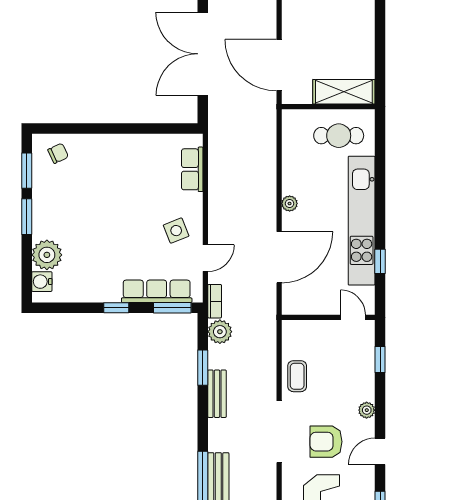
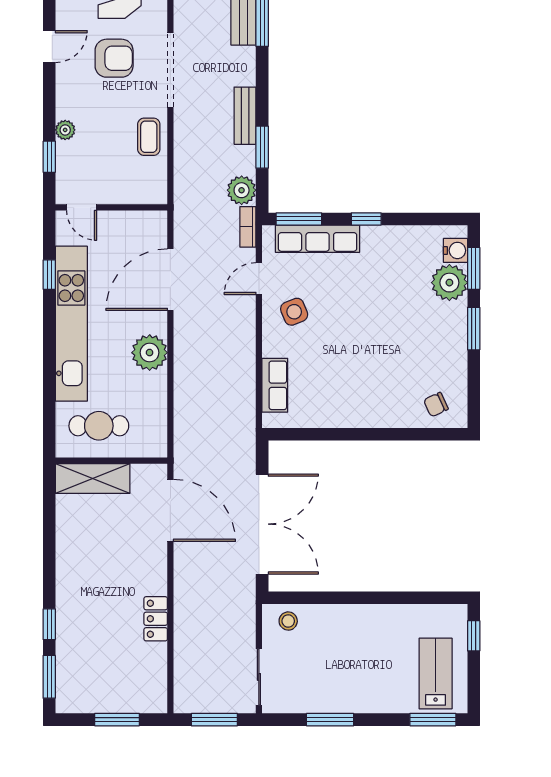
window: (27, 171) -> (474, 268), moved
plant: (290, 204) -> (150, 353), width x1.88, depth x1.88
plant: (367, 410) -> (65, 130), moved

